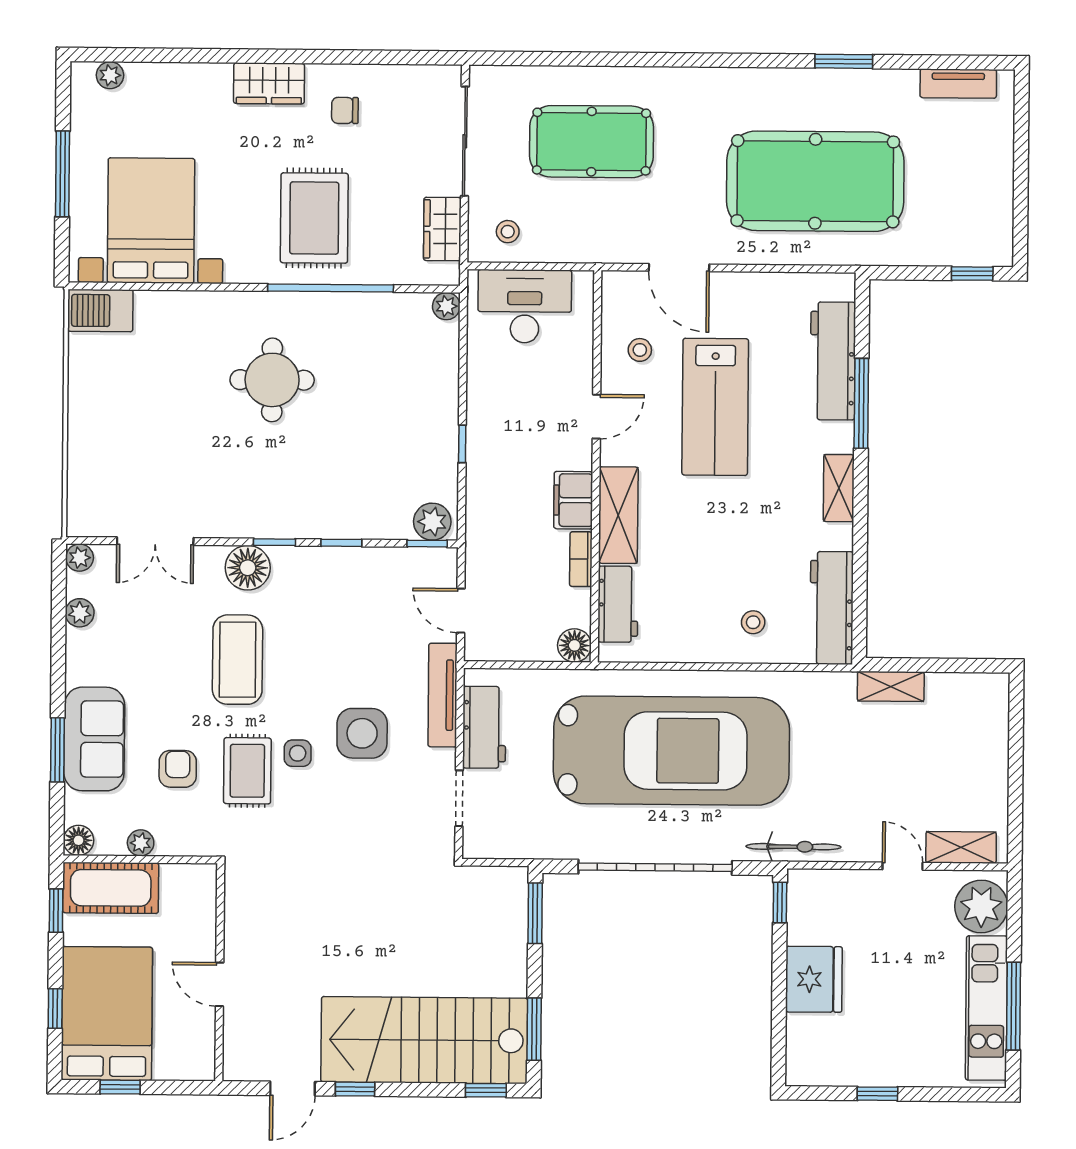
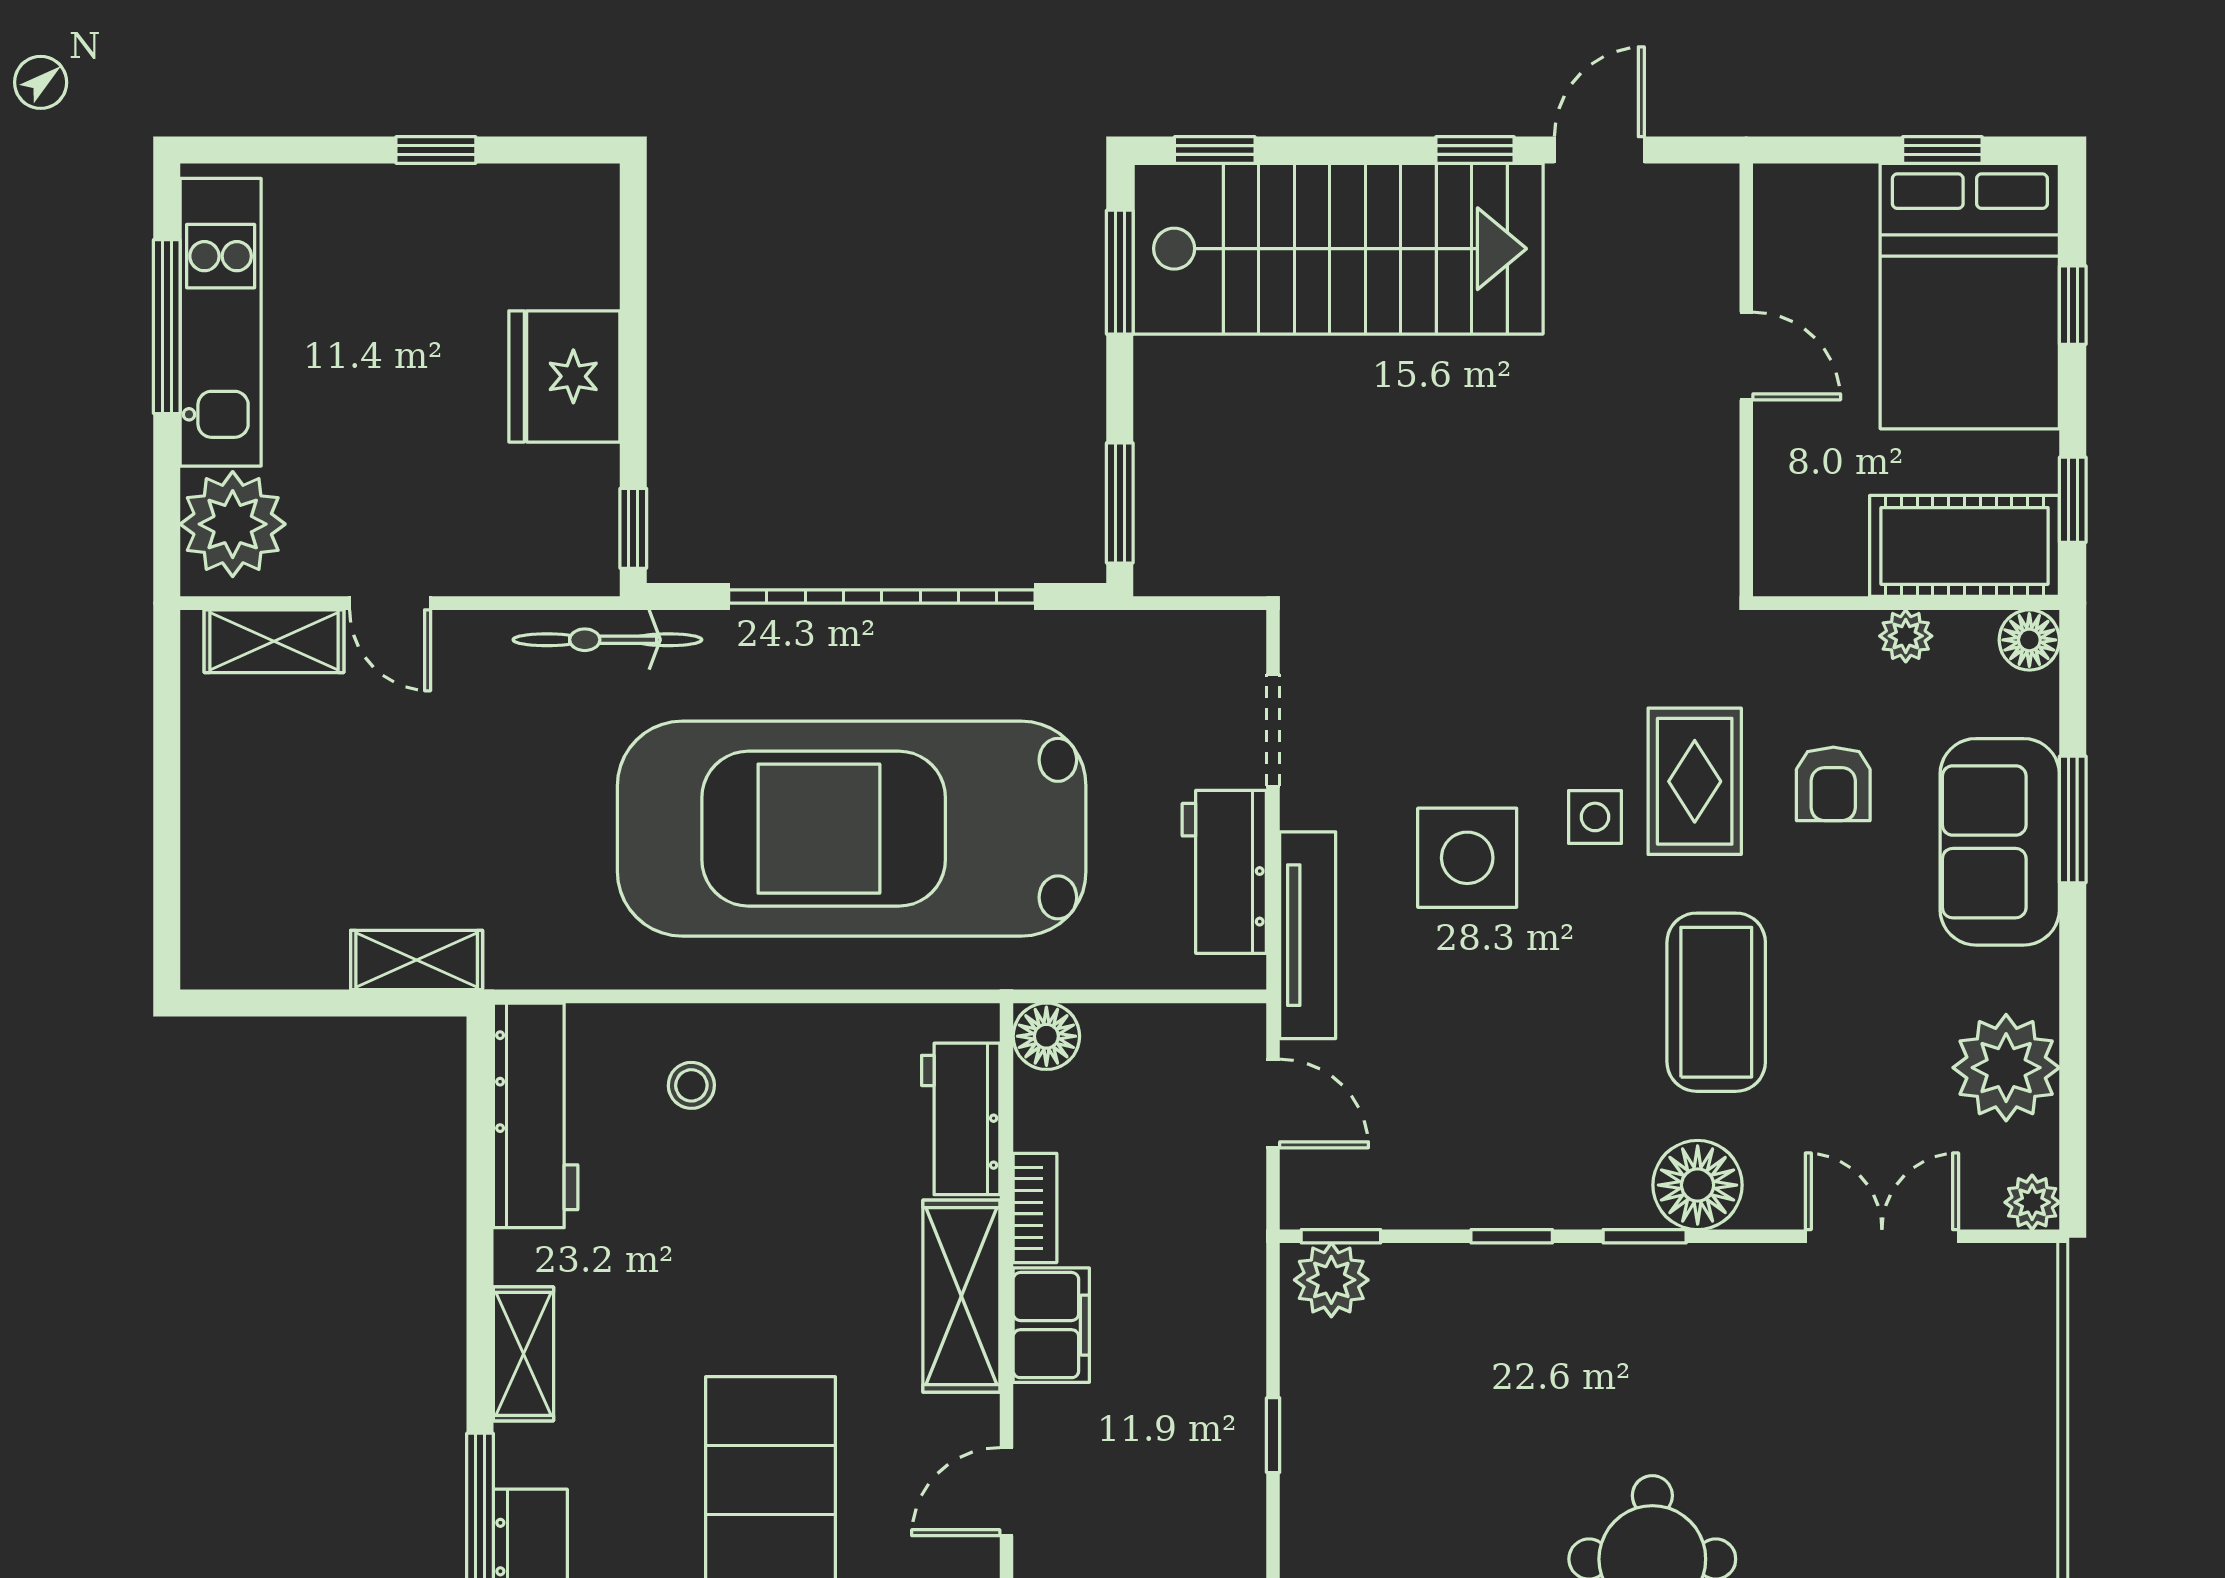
plant: (80, 613) -> (2006, 1068), width x1.88, depth x1.88

